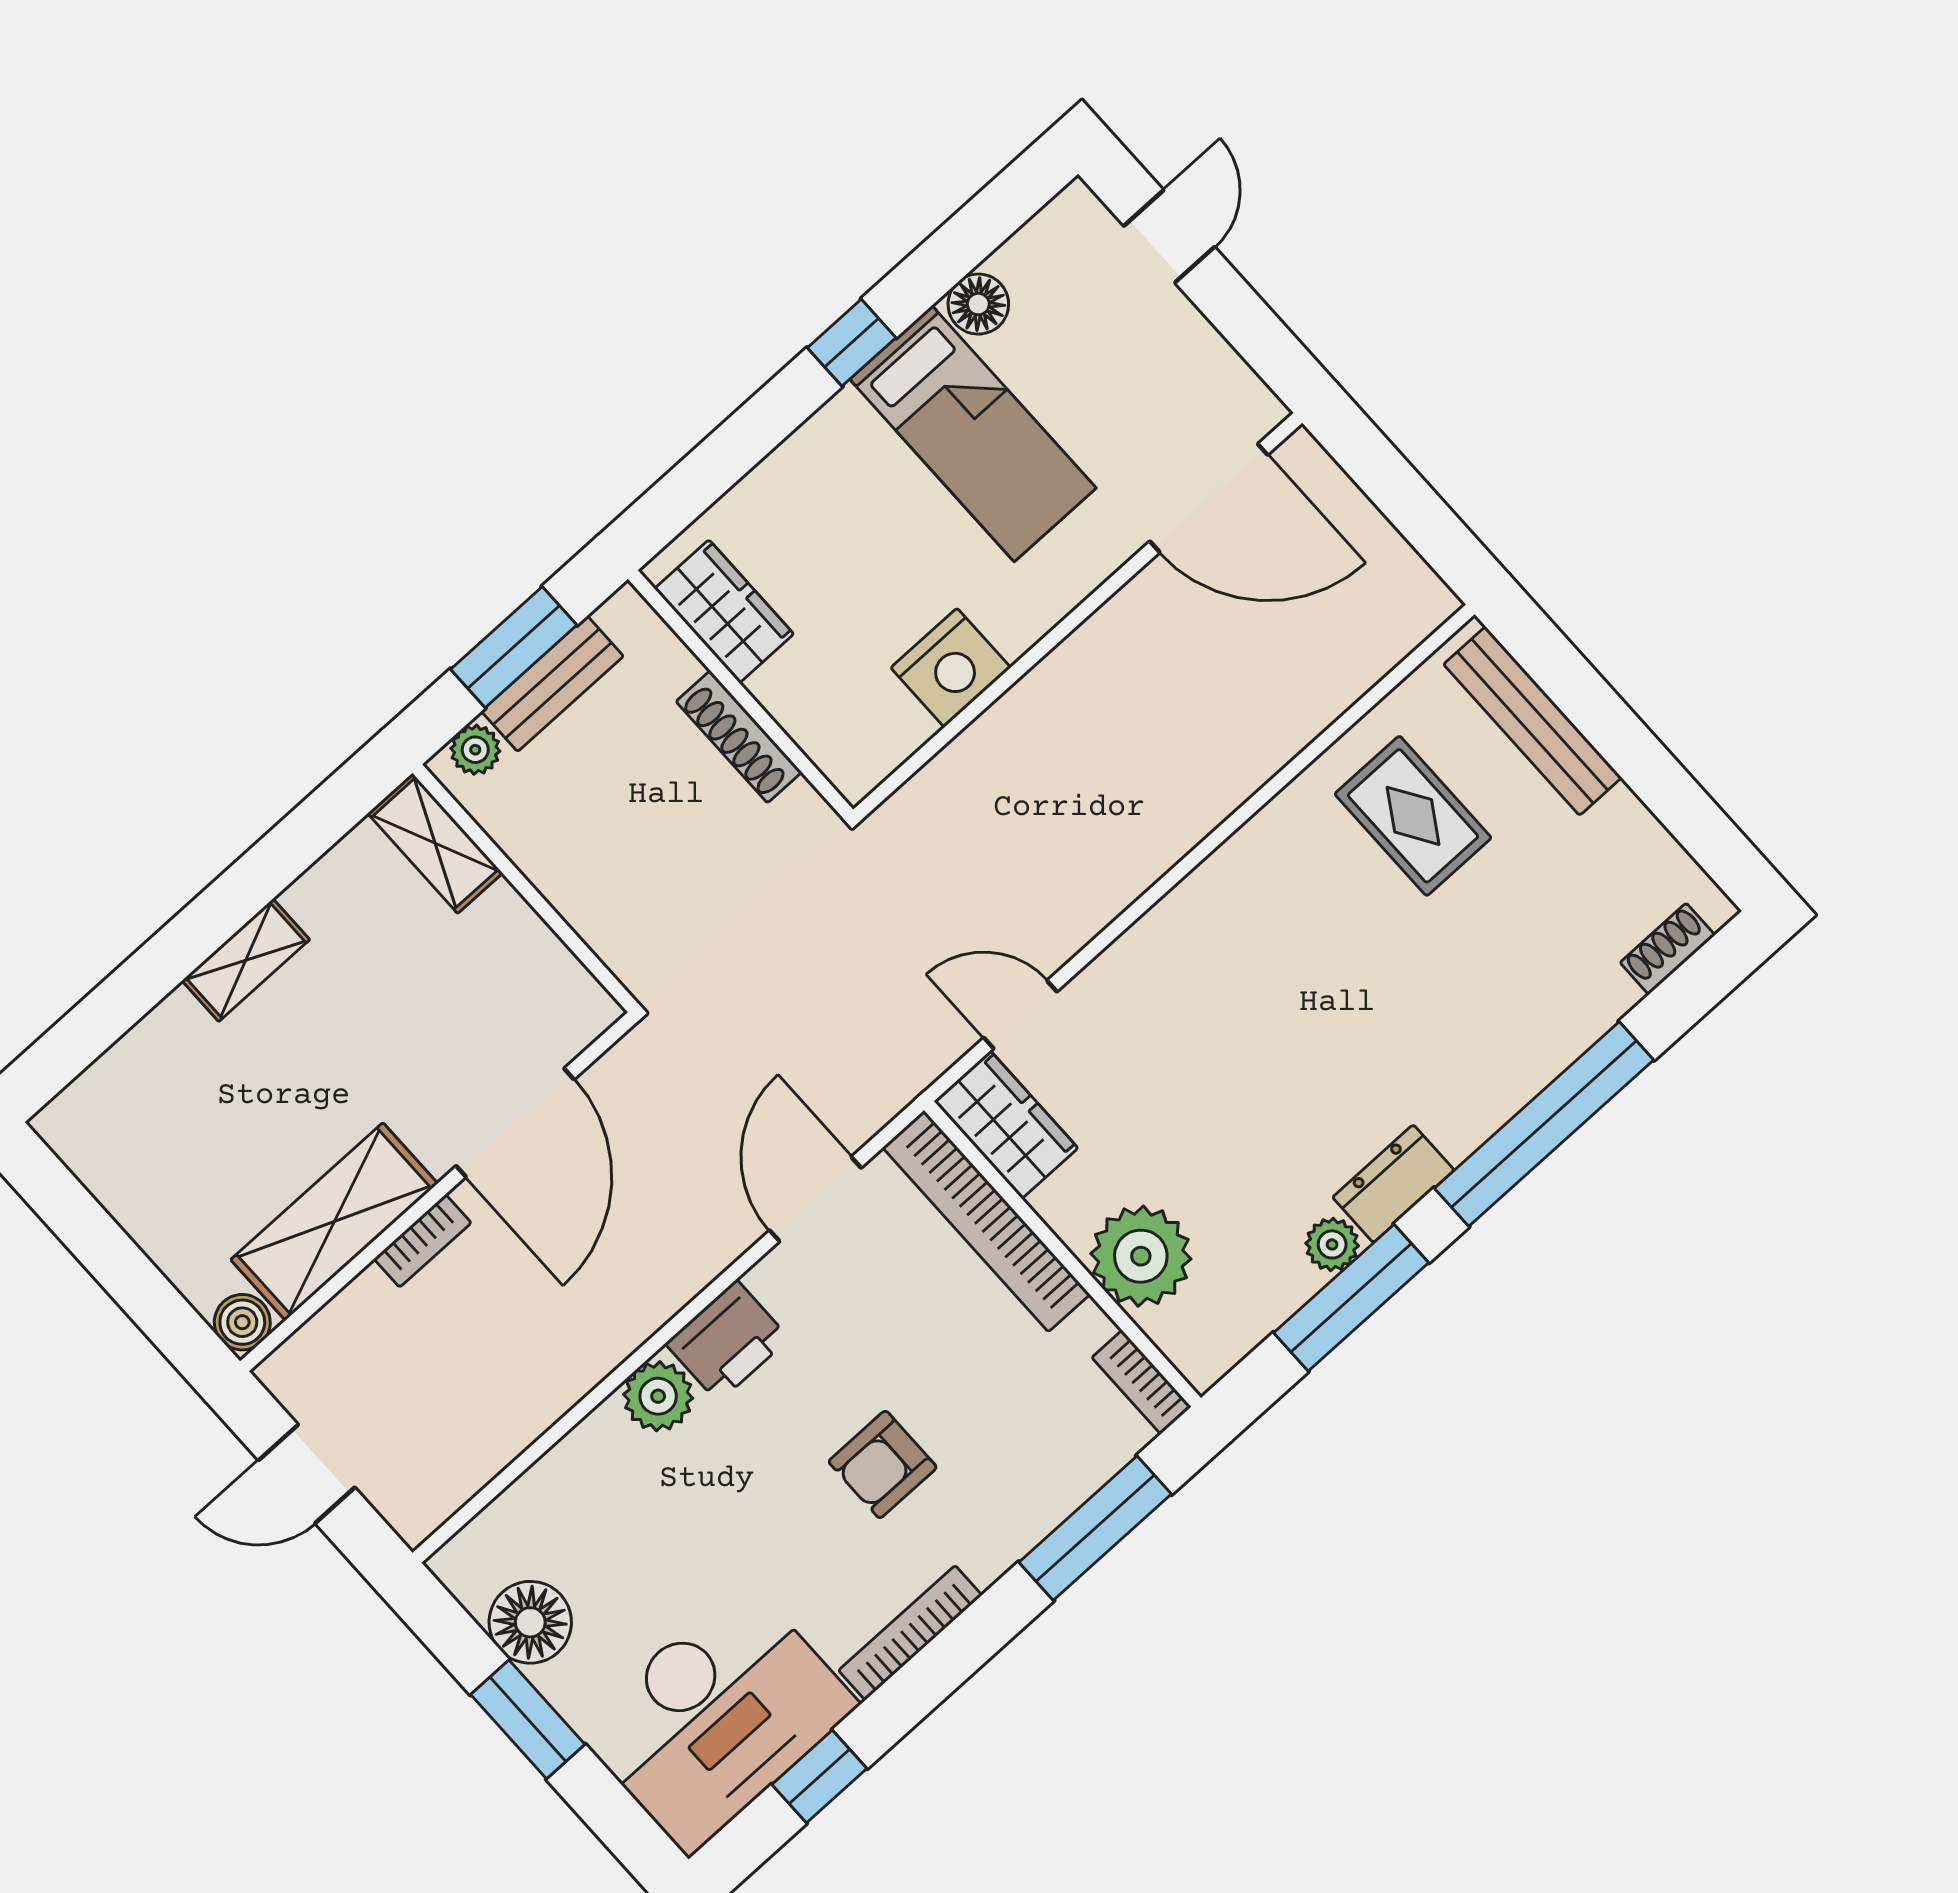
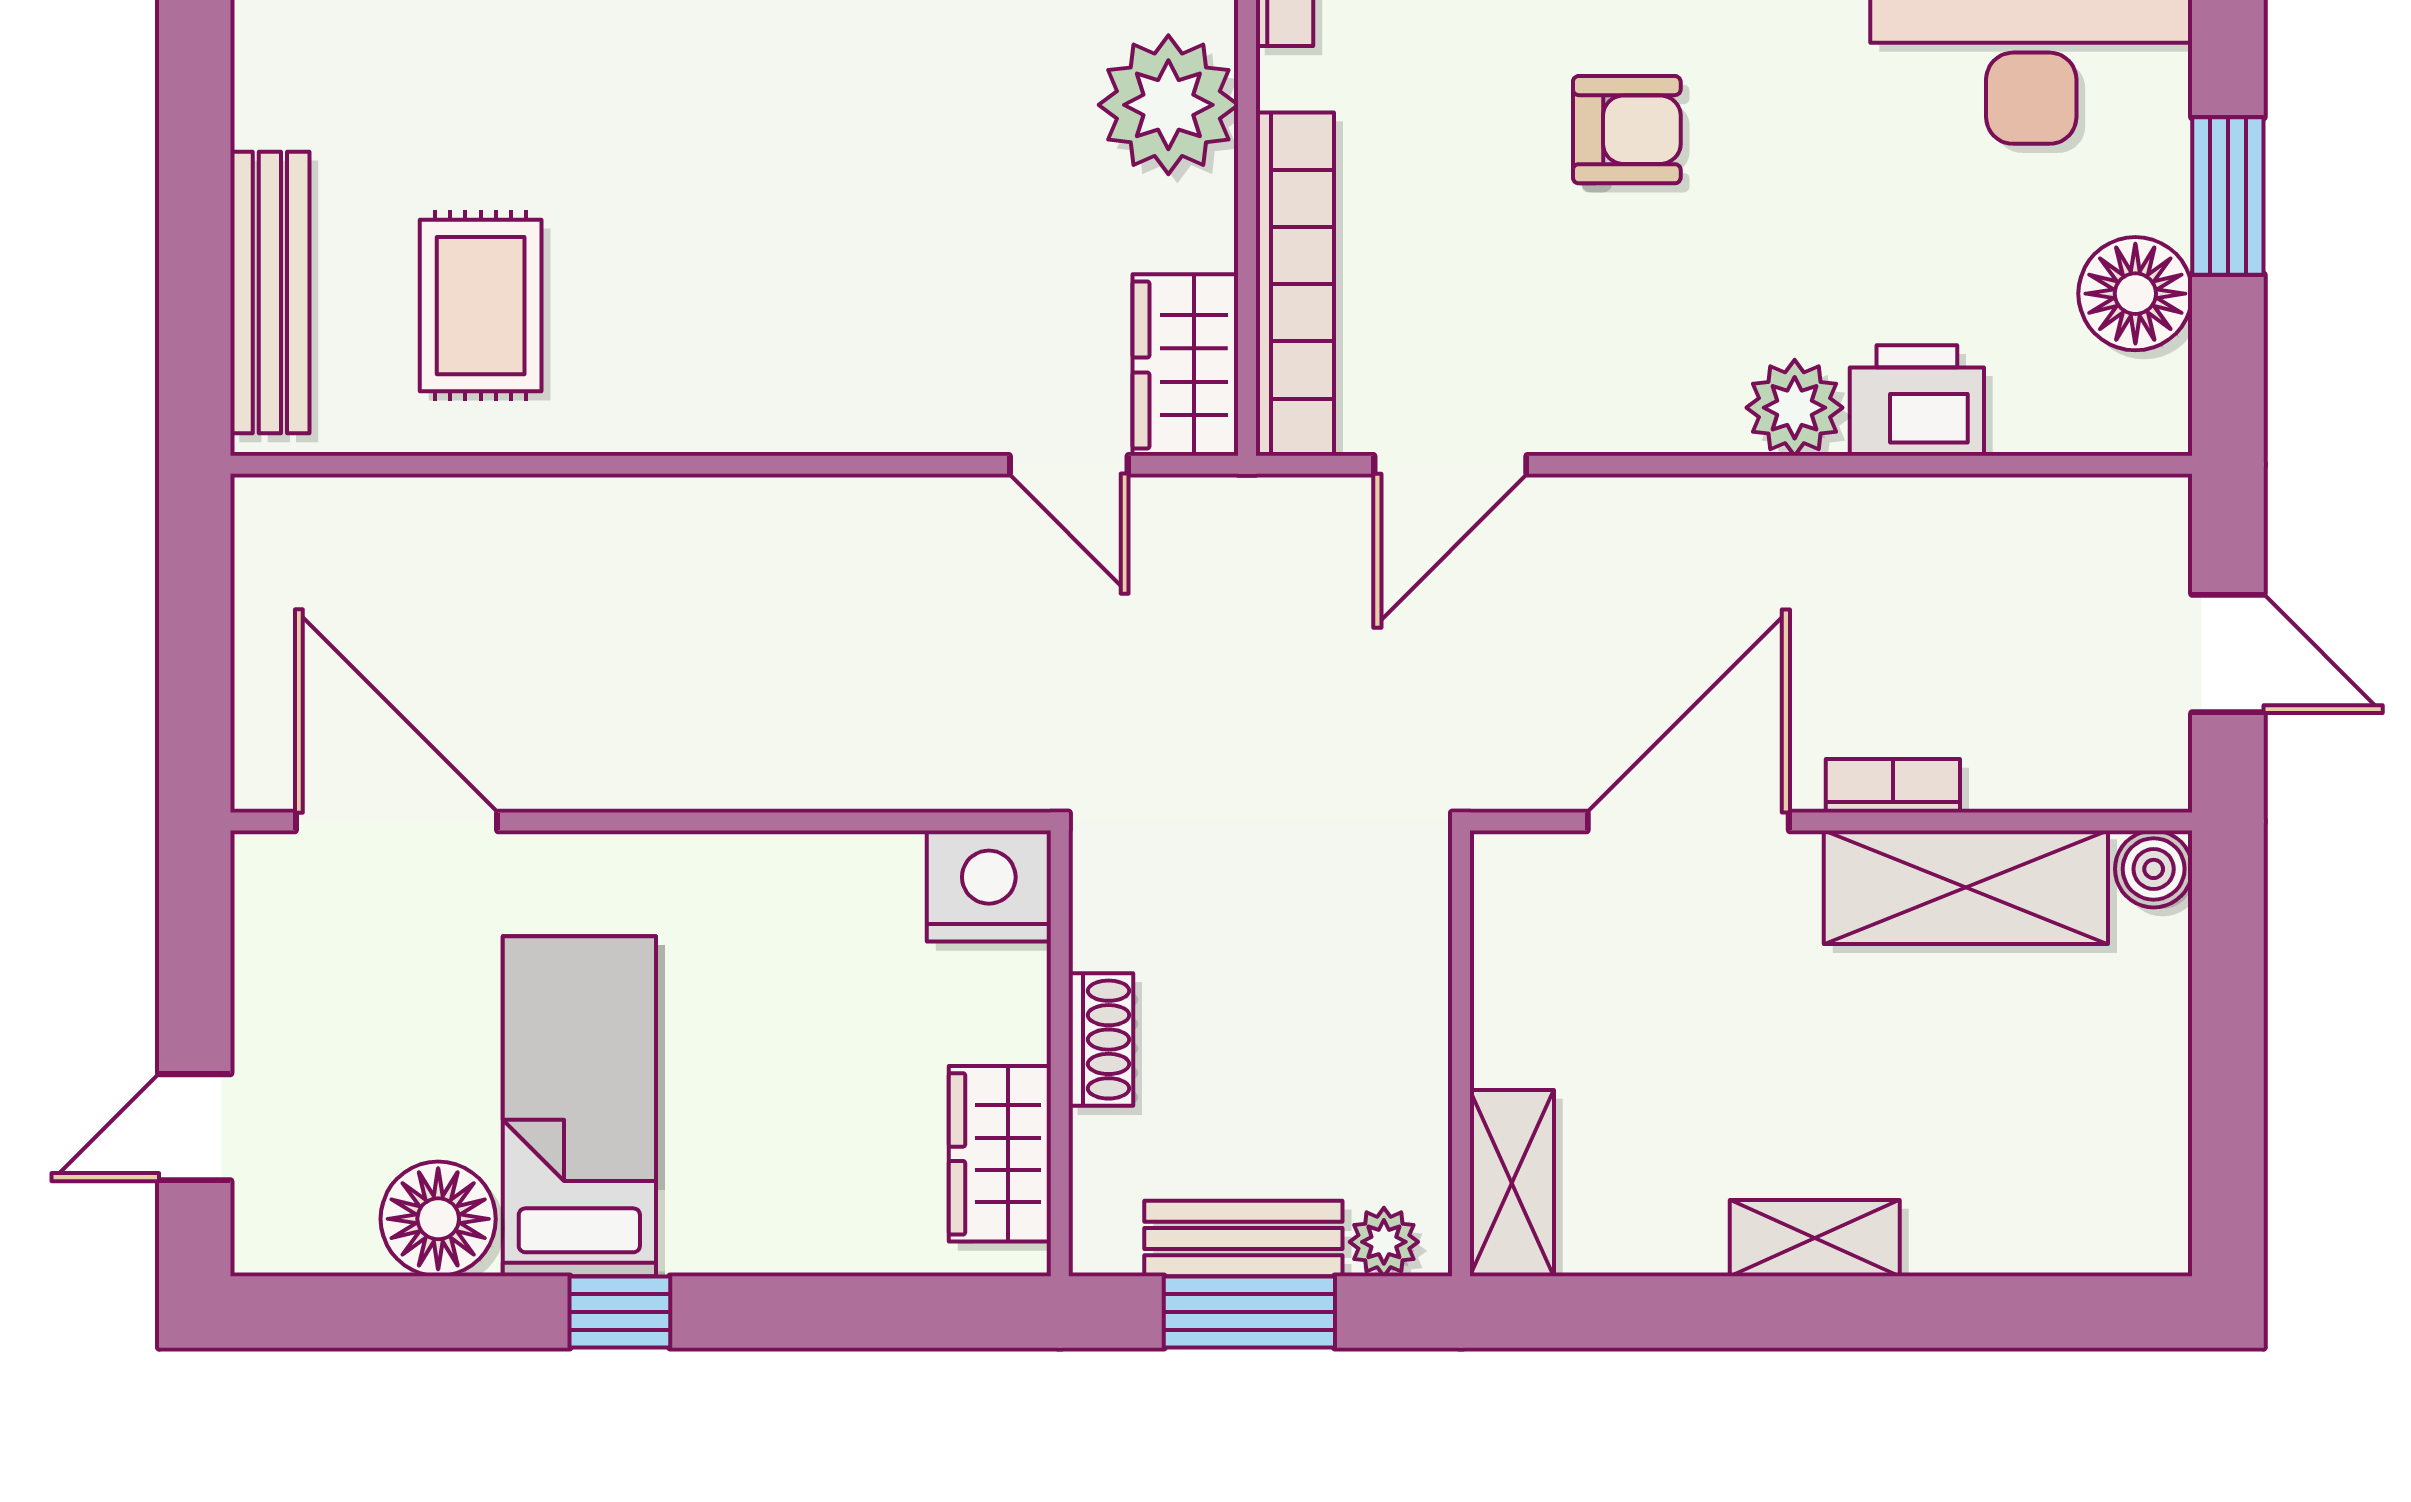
floor lamp: (978, 304) -> (438, 1219), width x1.38, depth x1.38
nightstand: (951, 668) -> (989, 886), moved
shoe rack: (739, 737) -> (1101, 1040), width x0.70
printer: (727, 1341) -> (1917, 401), moved

